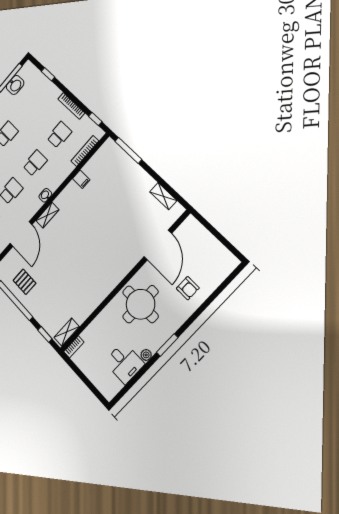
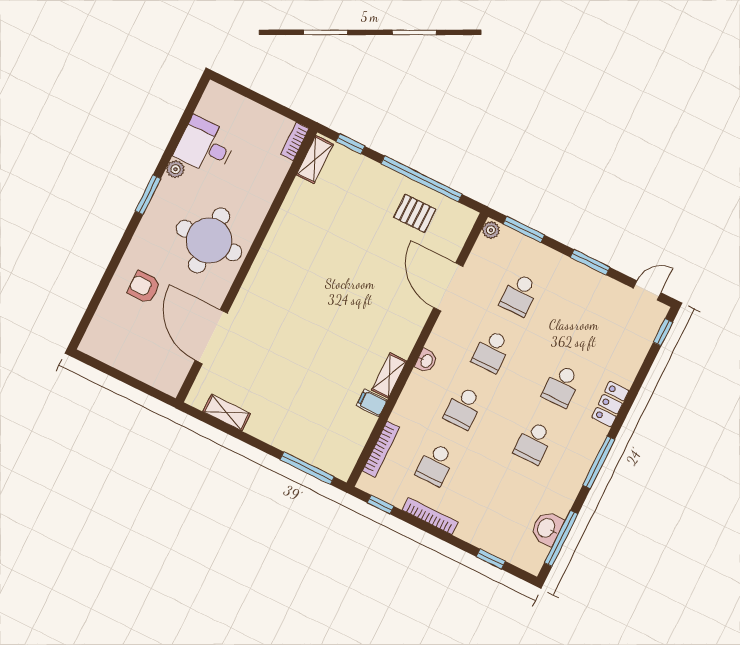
shelving: (47, 215) -> (389, 376), moved

